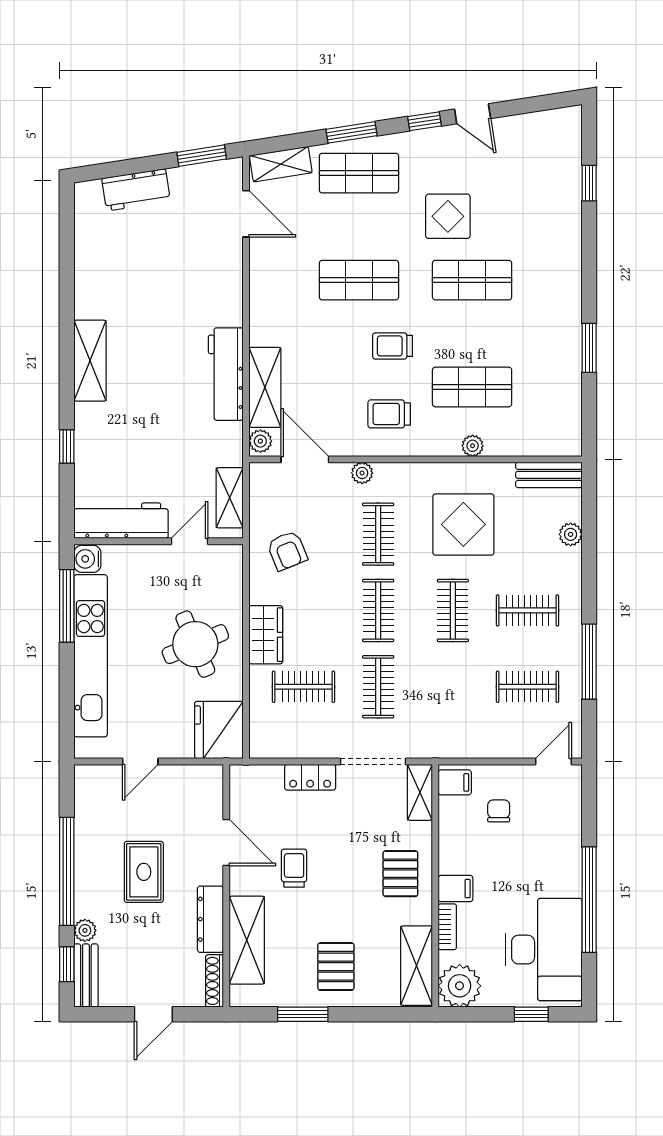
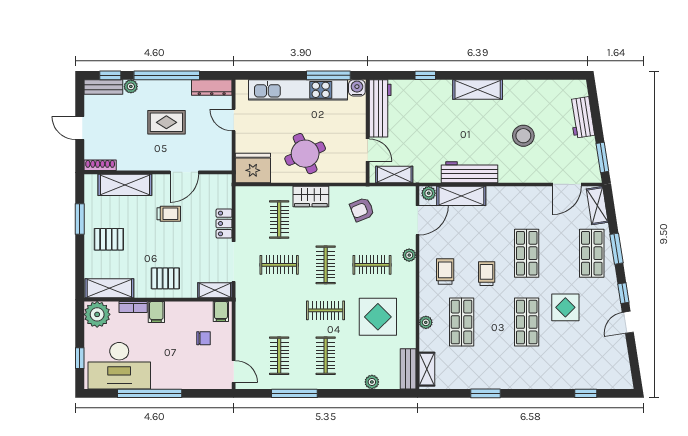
stool: (166, 285) -> (523, 136), added
shelving: (549, 444) -> (427, 369), added
clothes rail: (378, 610) -> (326, 265), turned 90
dresser: (210, 919) -> (212, 88), moved, turned 180

